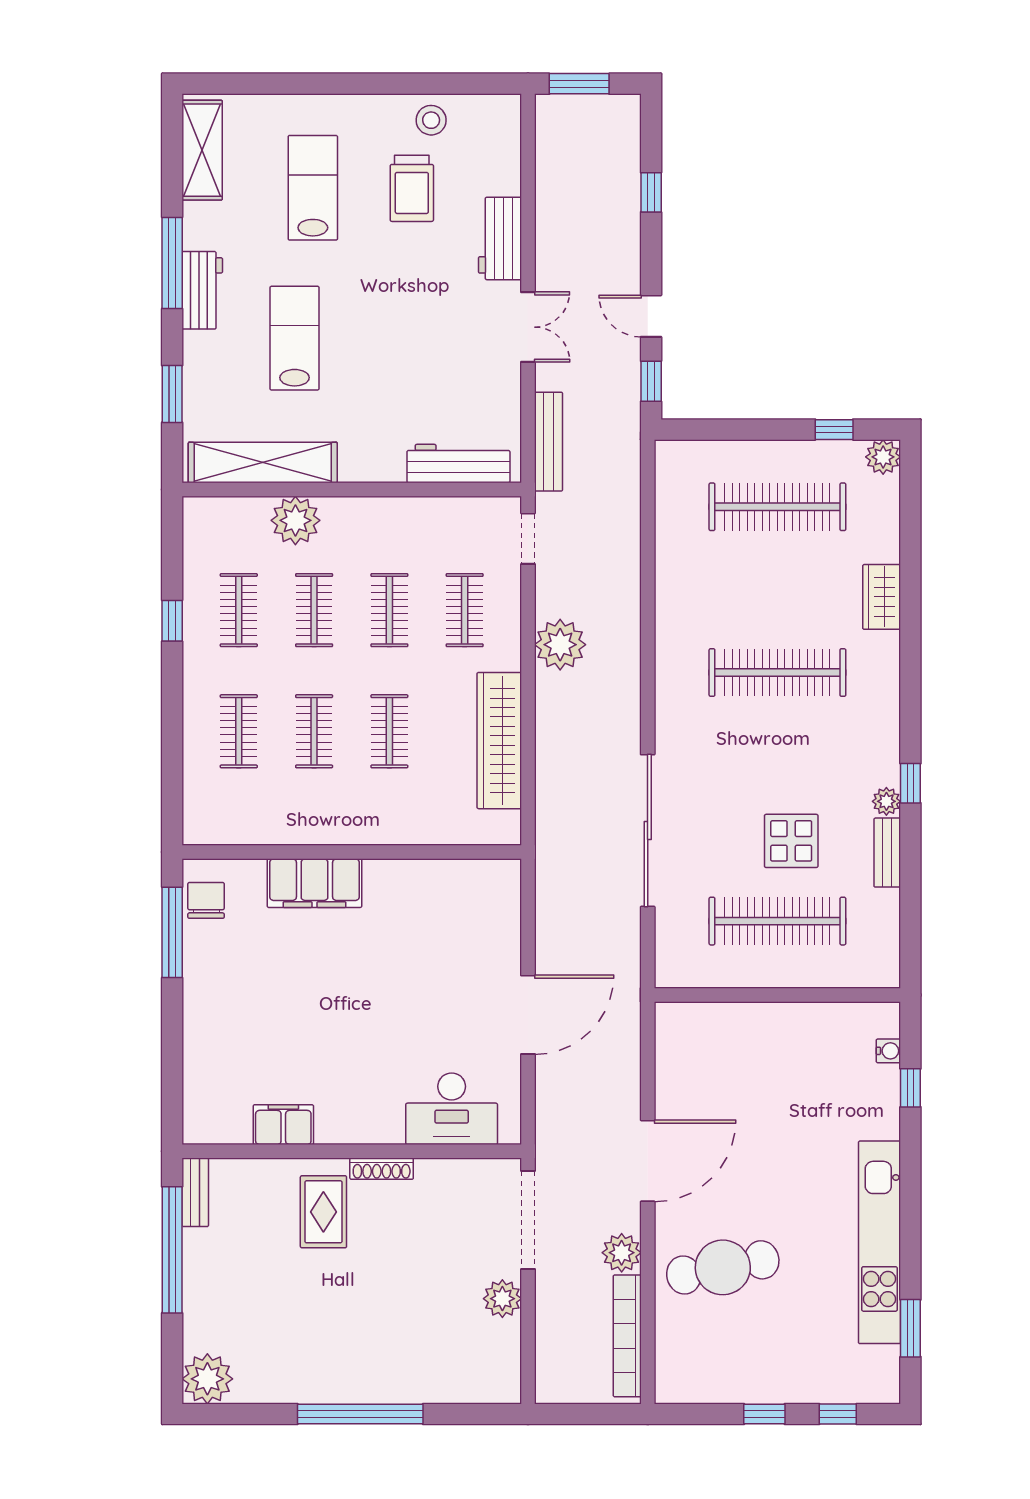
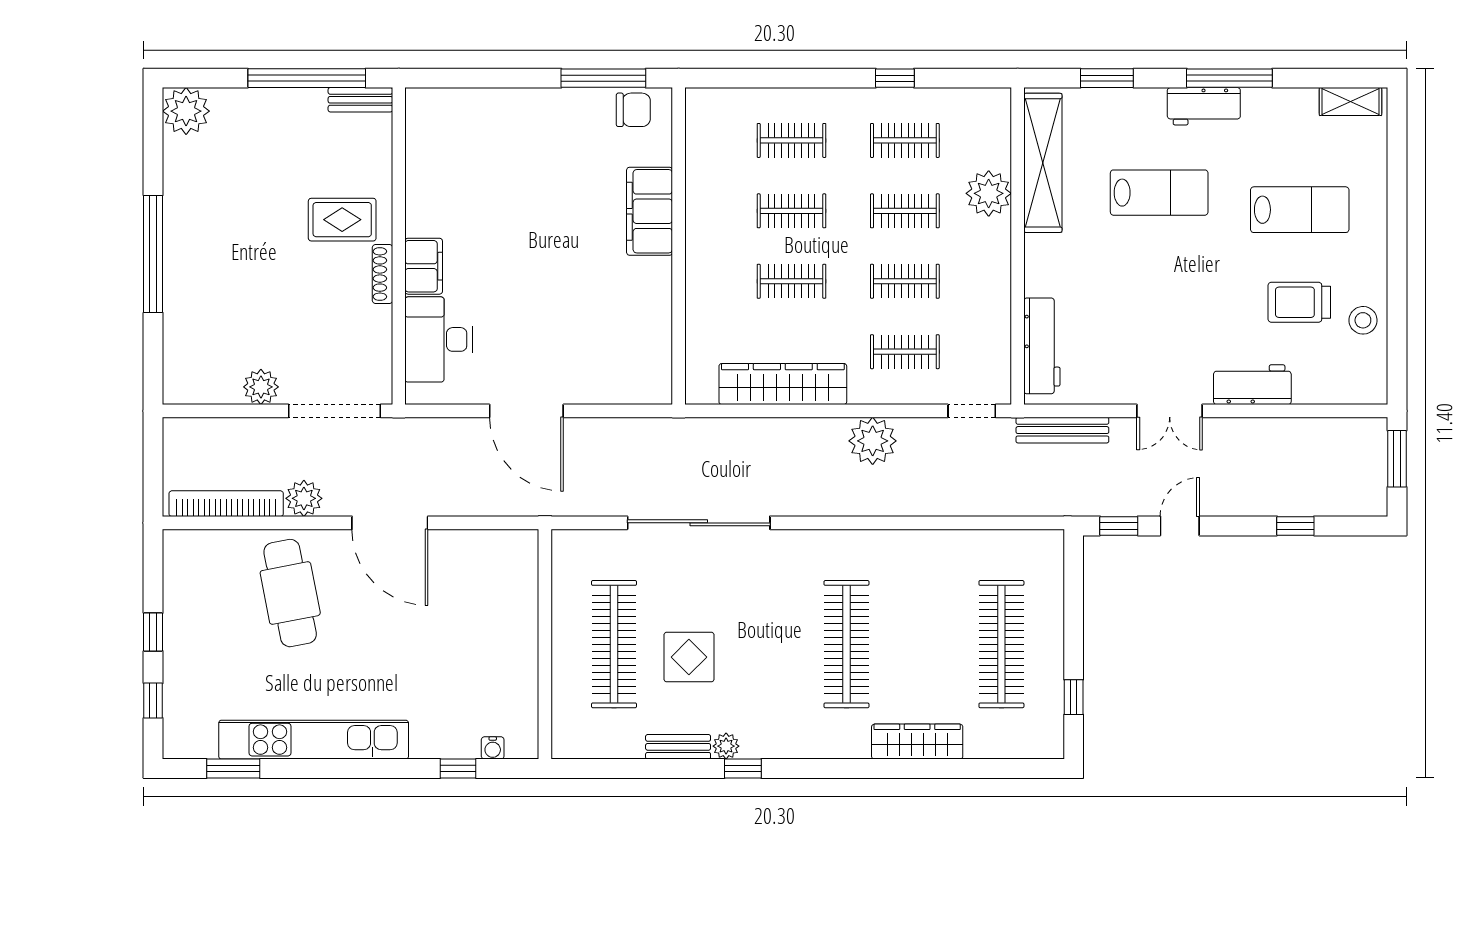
shelving: (202, 150) -> (1350, 101), width x0.67, depth x0.75
plant: (883, 457) -> (1048, 743), removed
wardrobe: (882, 597) -> (917, 742), width x1.50
filing cabinet: (283, 1125) -> (424, 266), moved

